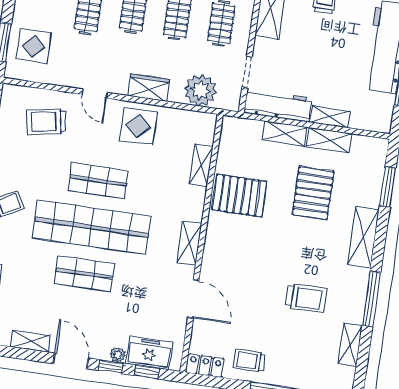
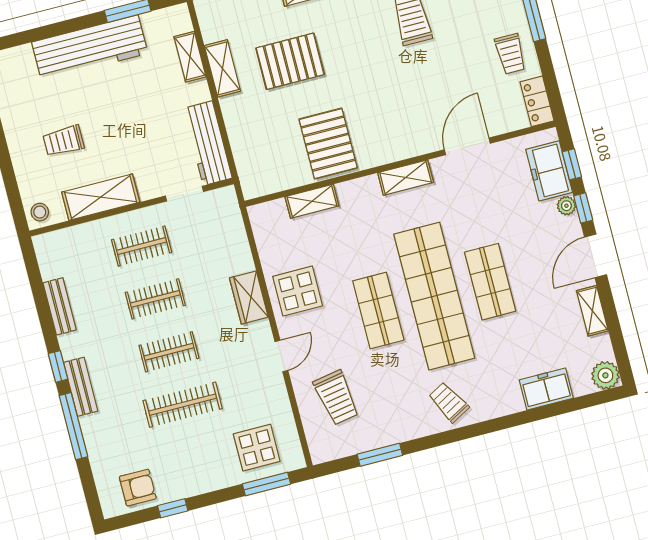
plant: (200, 90) -> (227, 238), removed
shelving: (330, 117) -> (190, 57), moved
shelving: (285, 134) -> (236, 122), removed

